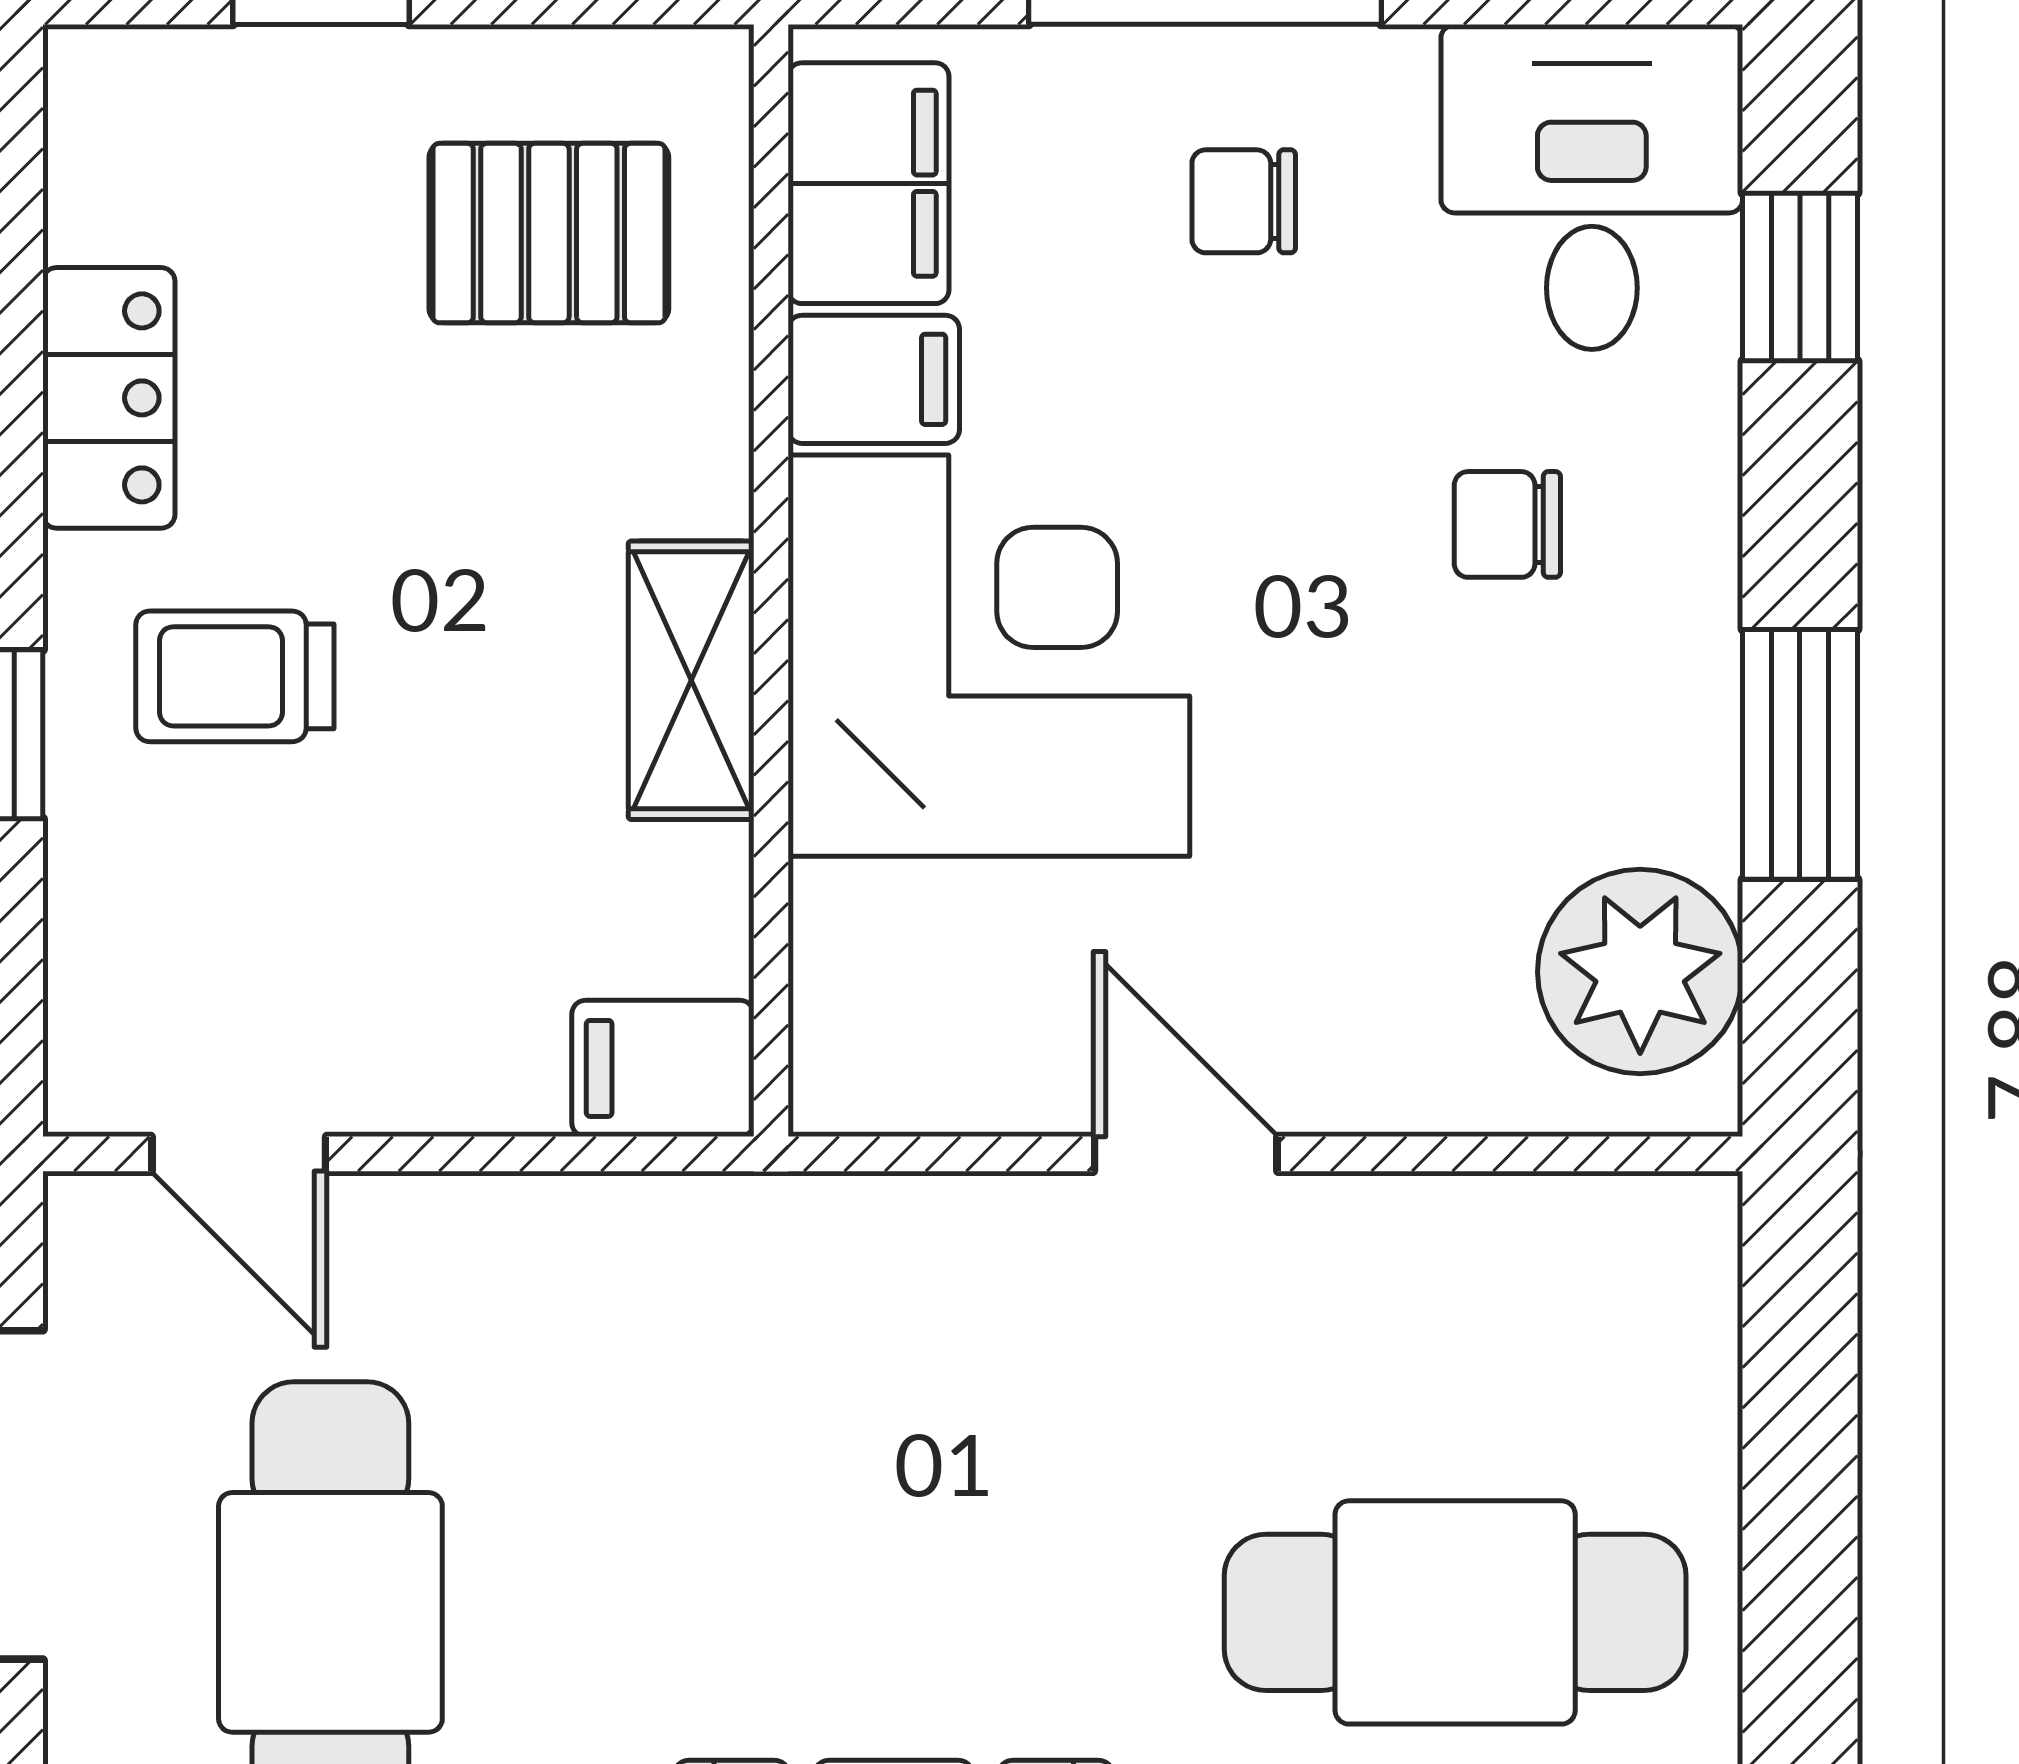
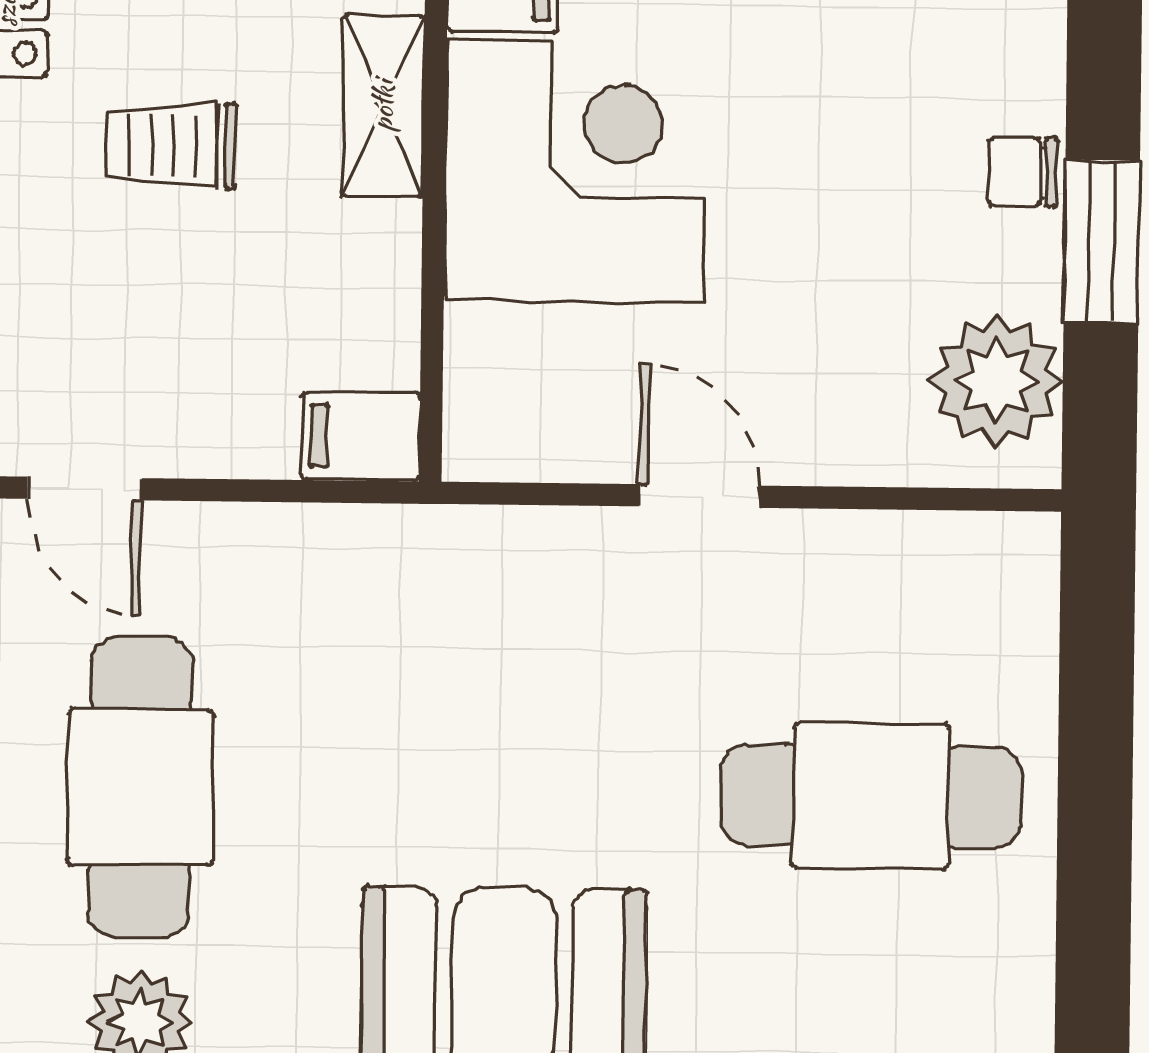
chair: (1507, 524) -> (1023, 172), moved
trolley: (235, 676) -> (171, 145), moved
shelving: (691, 680) -> (383, 106), moved

